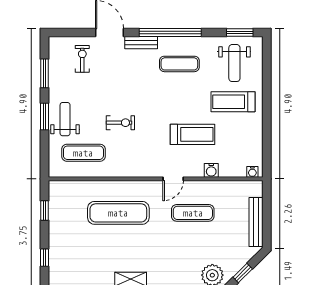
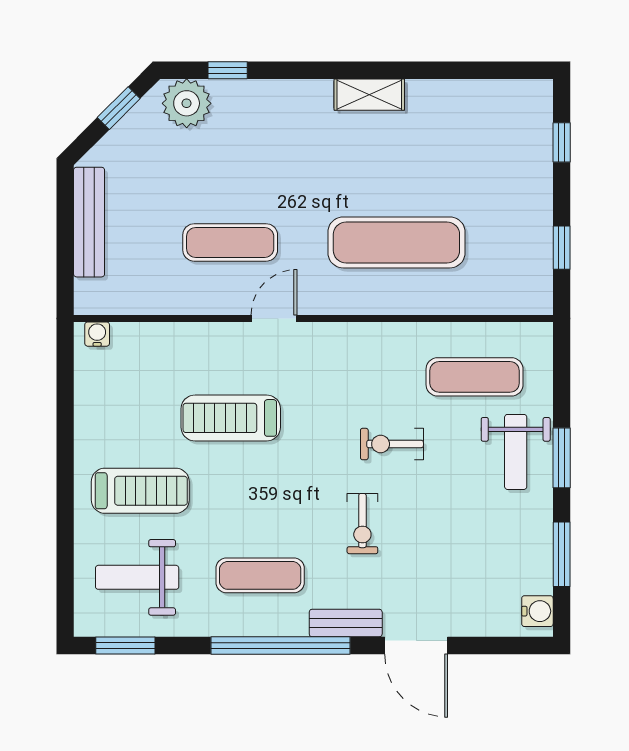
exercise bike: (82, 59) -> (362, 524), moved
weight bench: (234, 63) -> (137, 577), turned -90
water cooler: (211, 170) -> (537, 611), moved, turned 90

